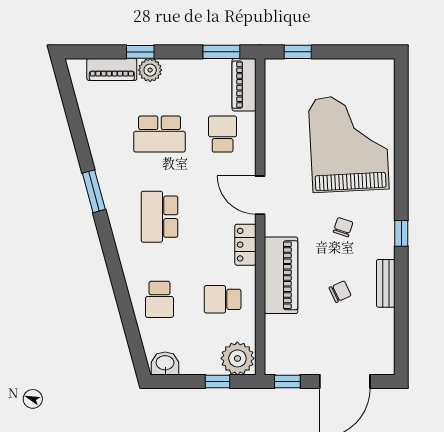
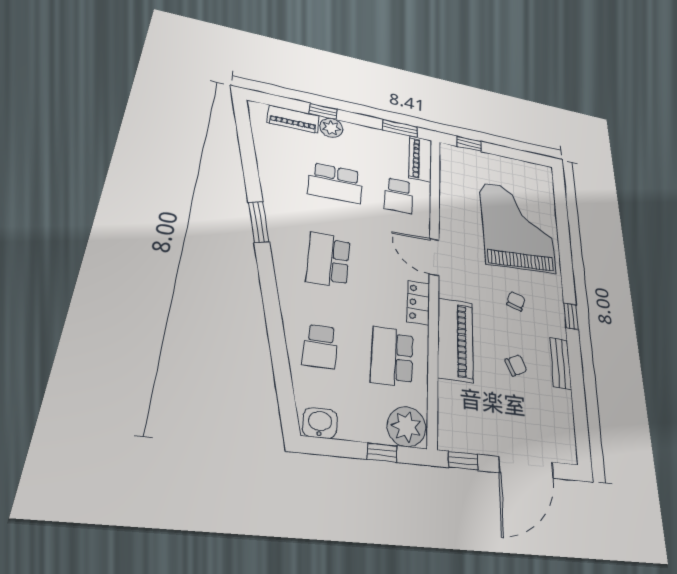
school desk: (223, 134) -> (399, 196), turned 180
school desk: (223, 299) -> (392, 356), width x1.85

